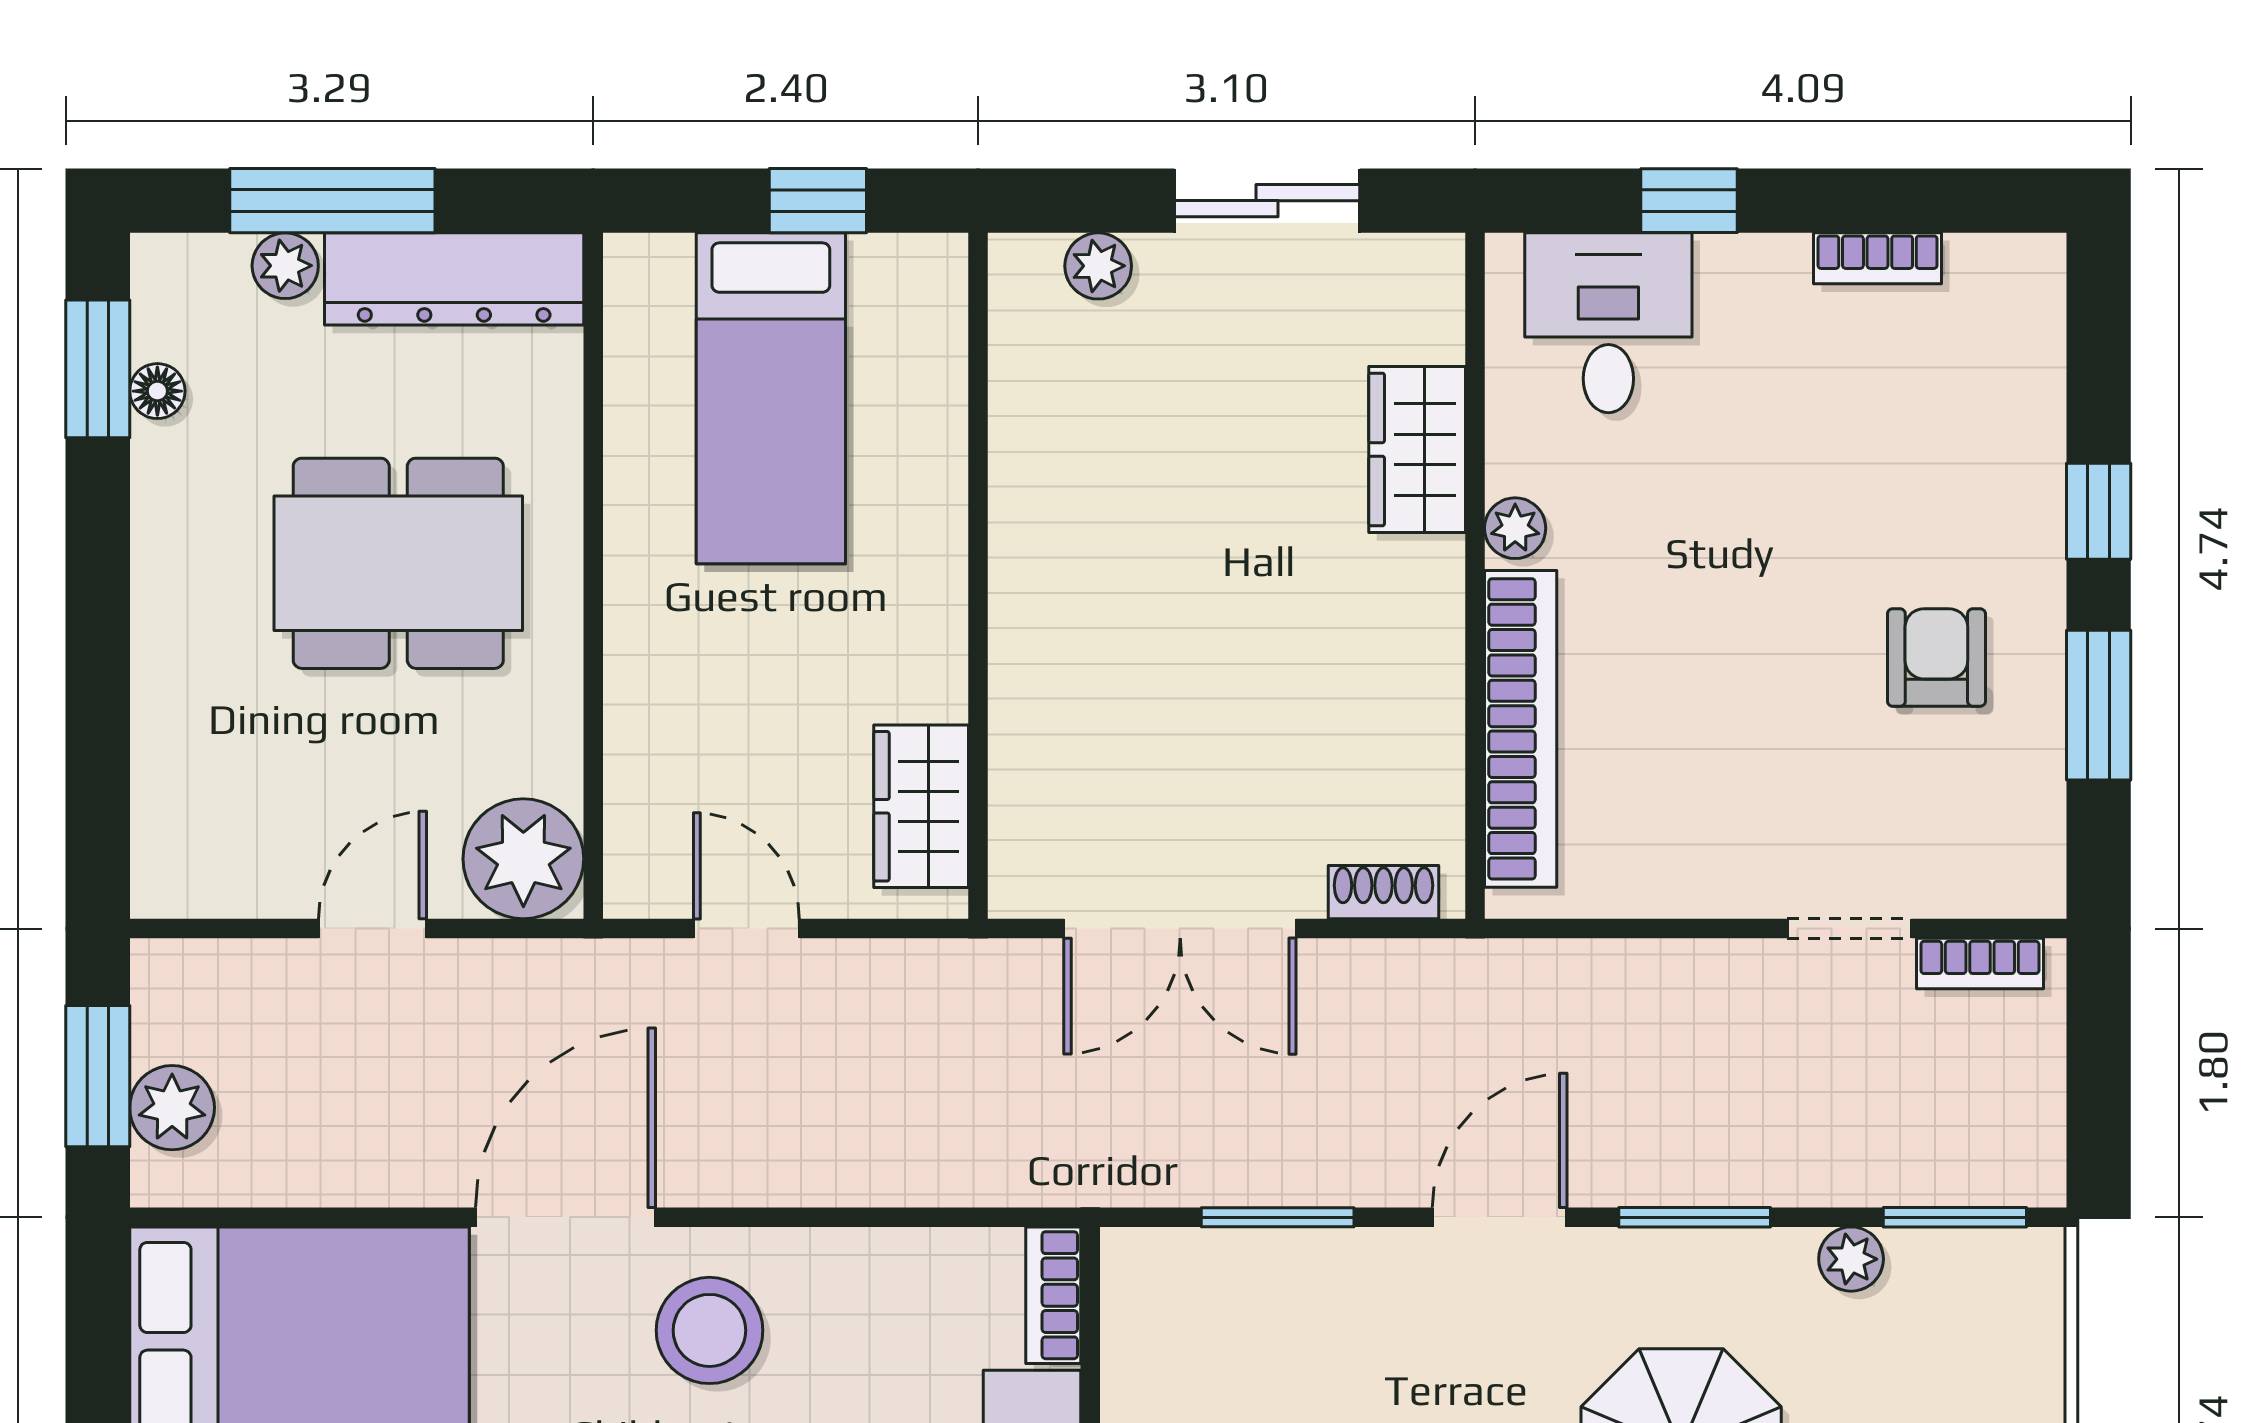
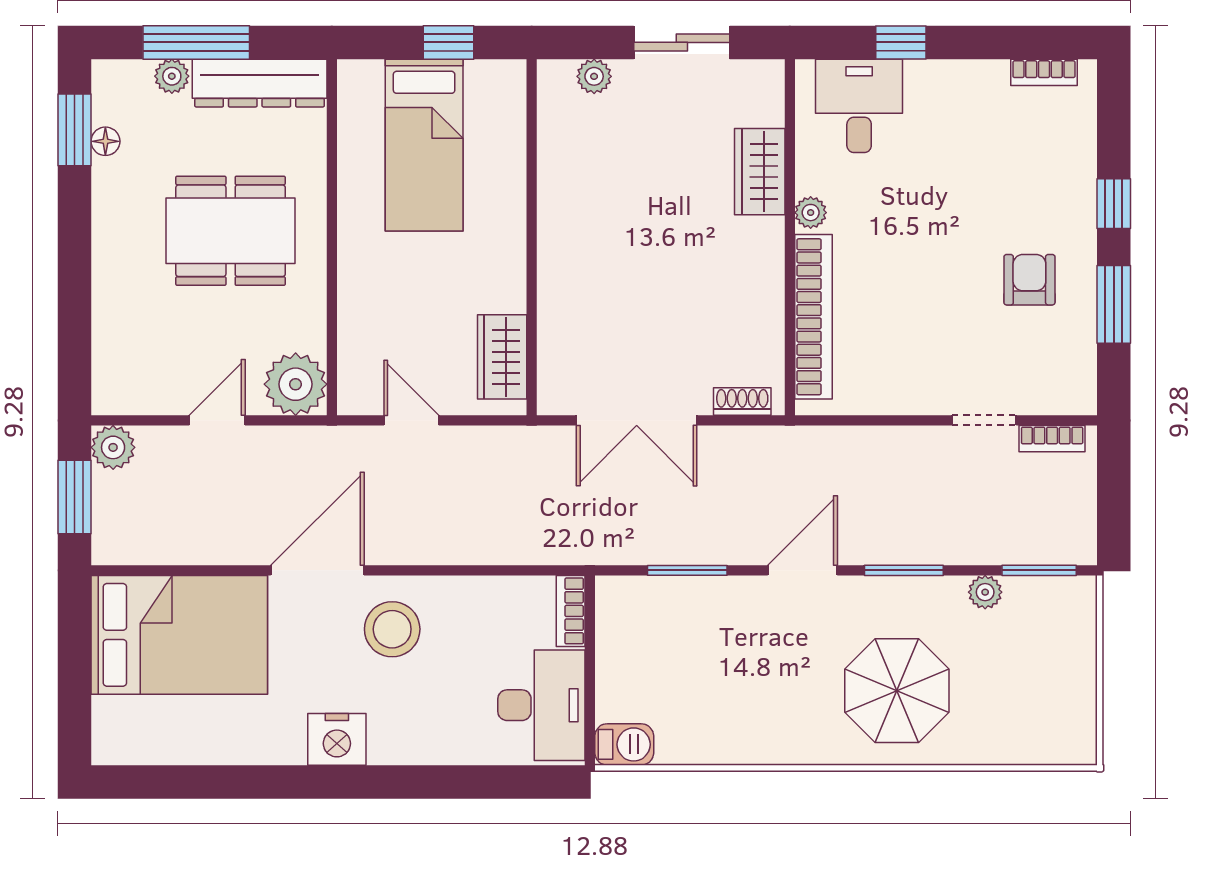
bookcase: (1878, 258) -> (1044, 72), moved
plant: (172, 1108) -> (113, 447), moved

